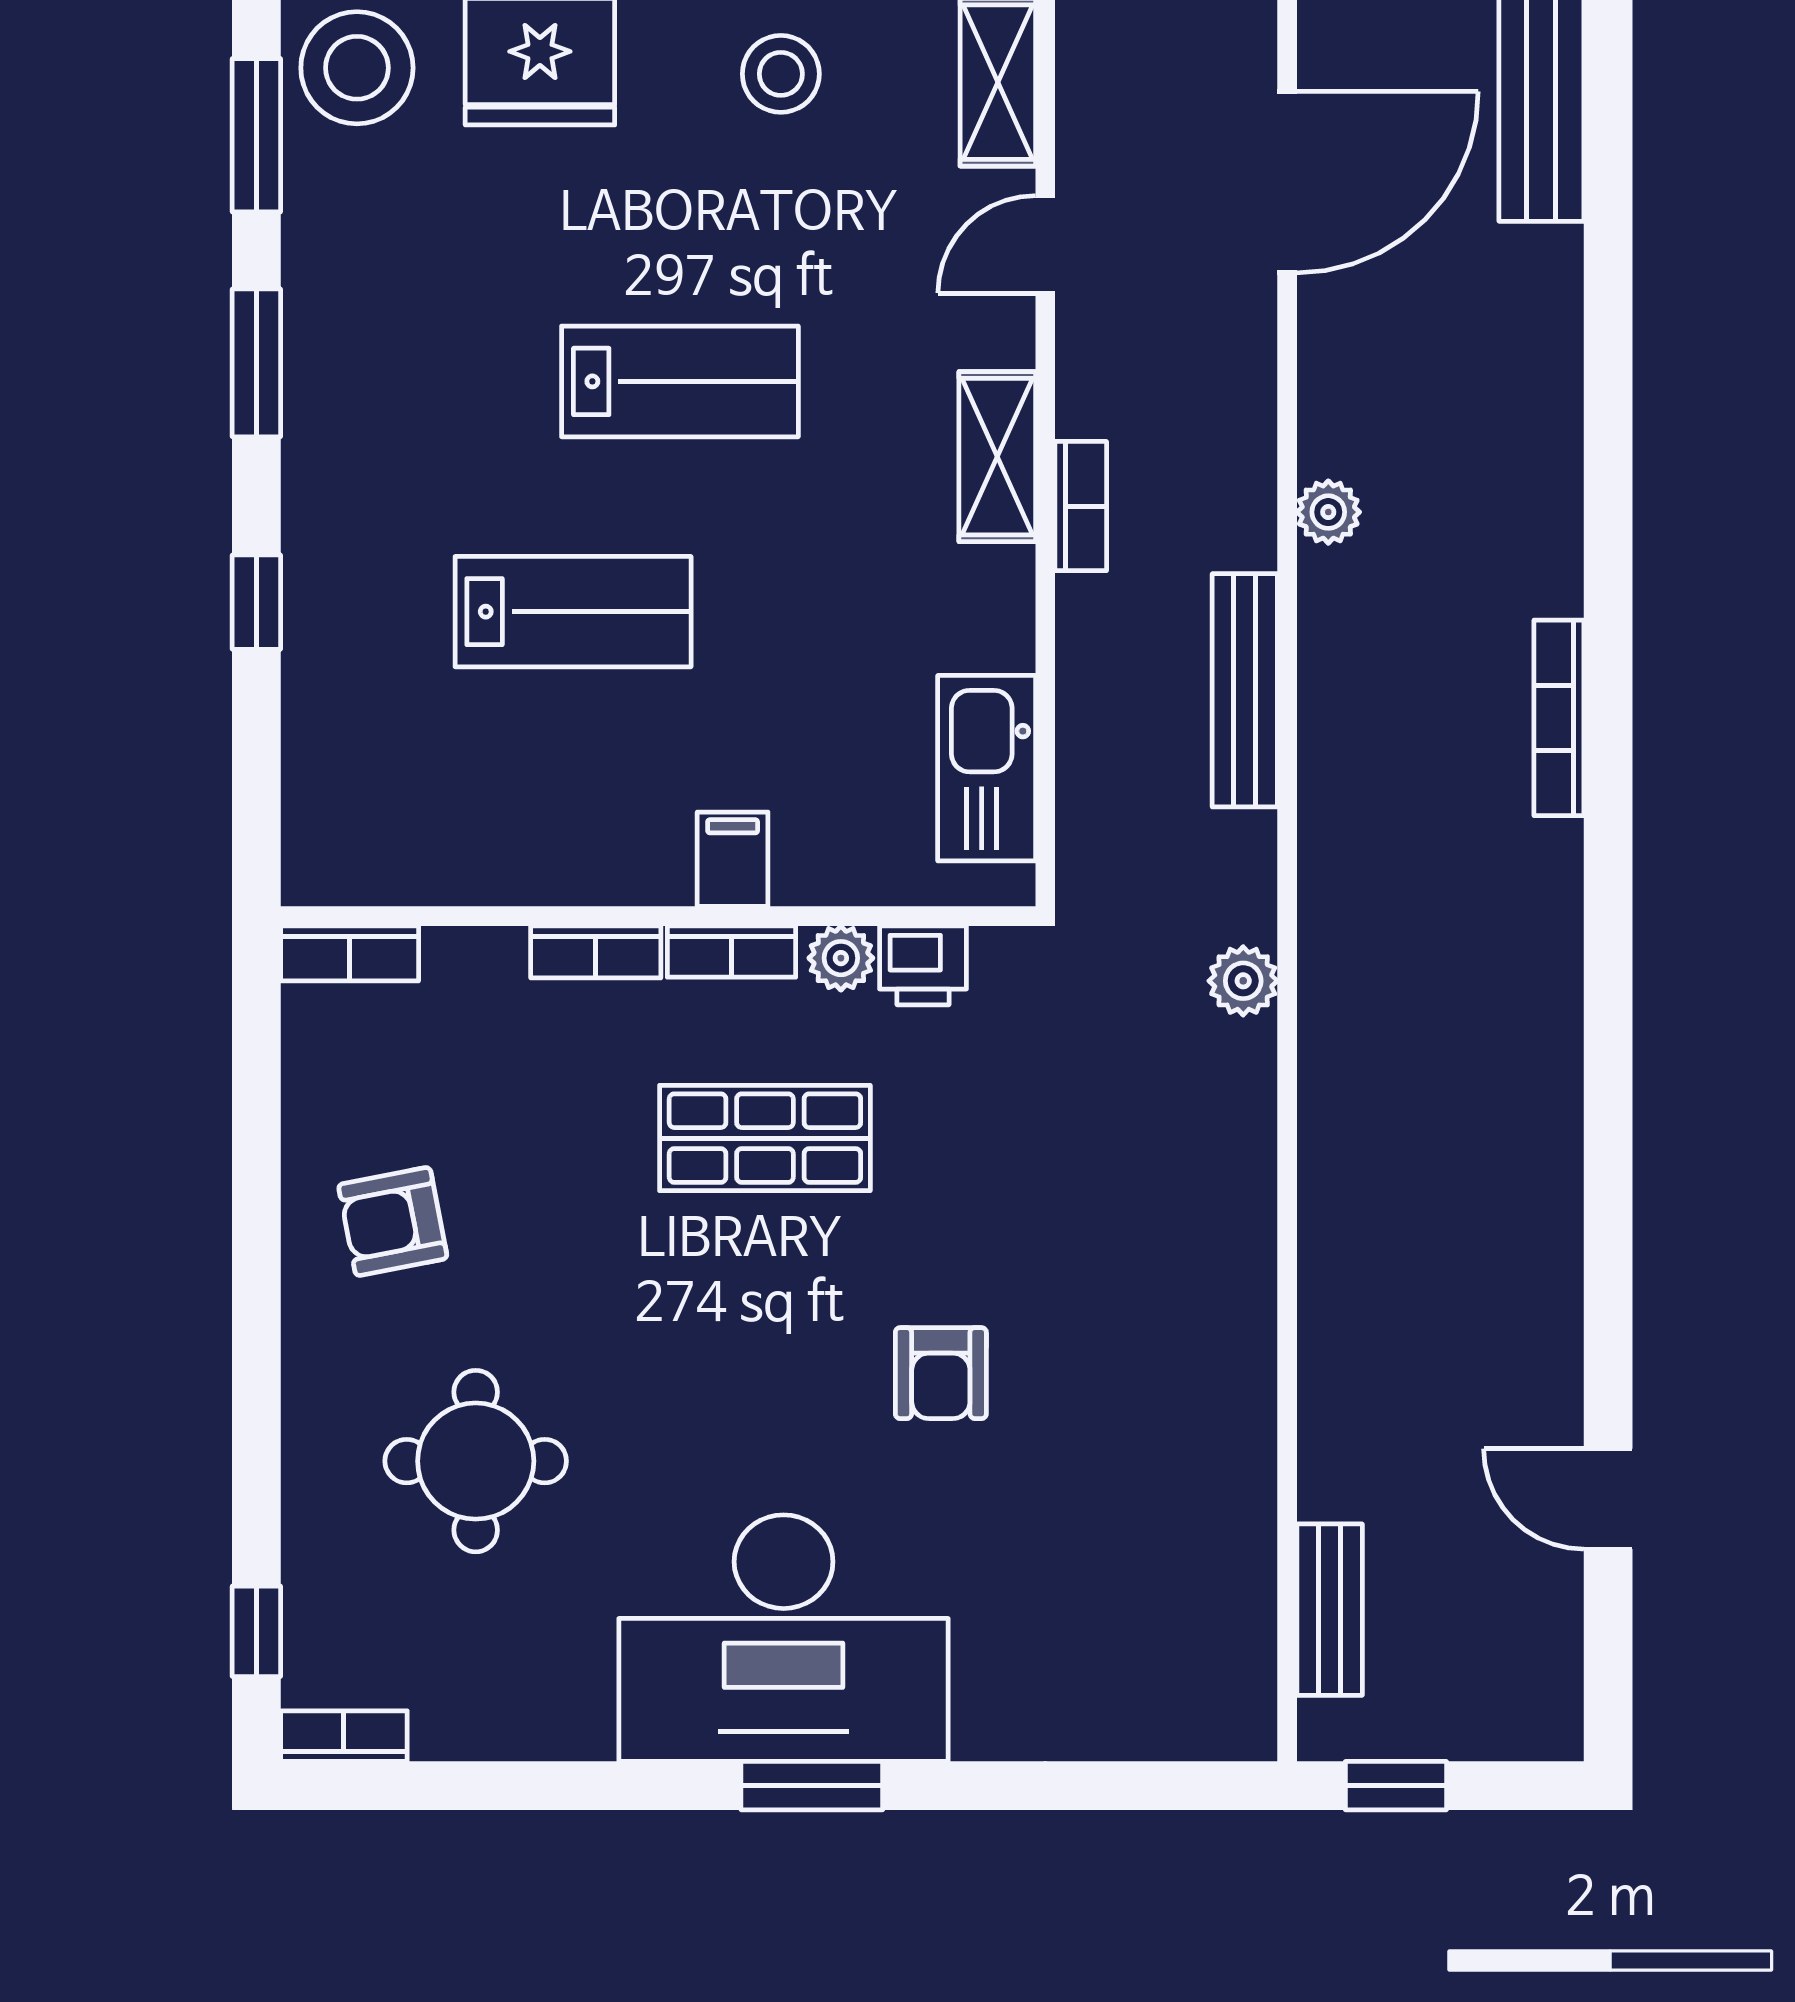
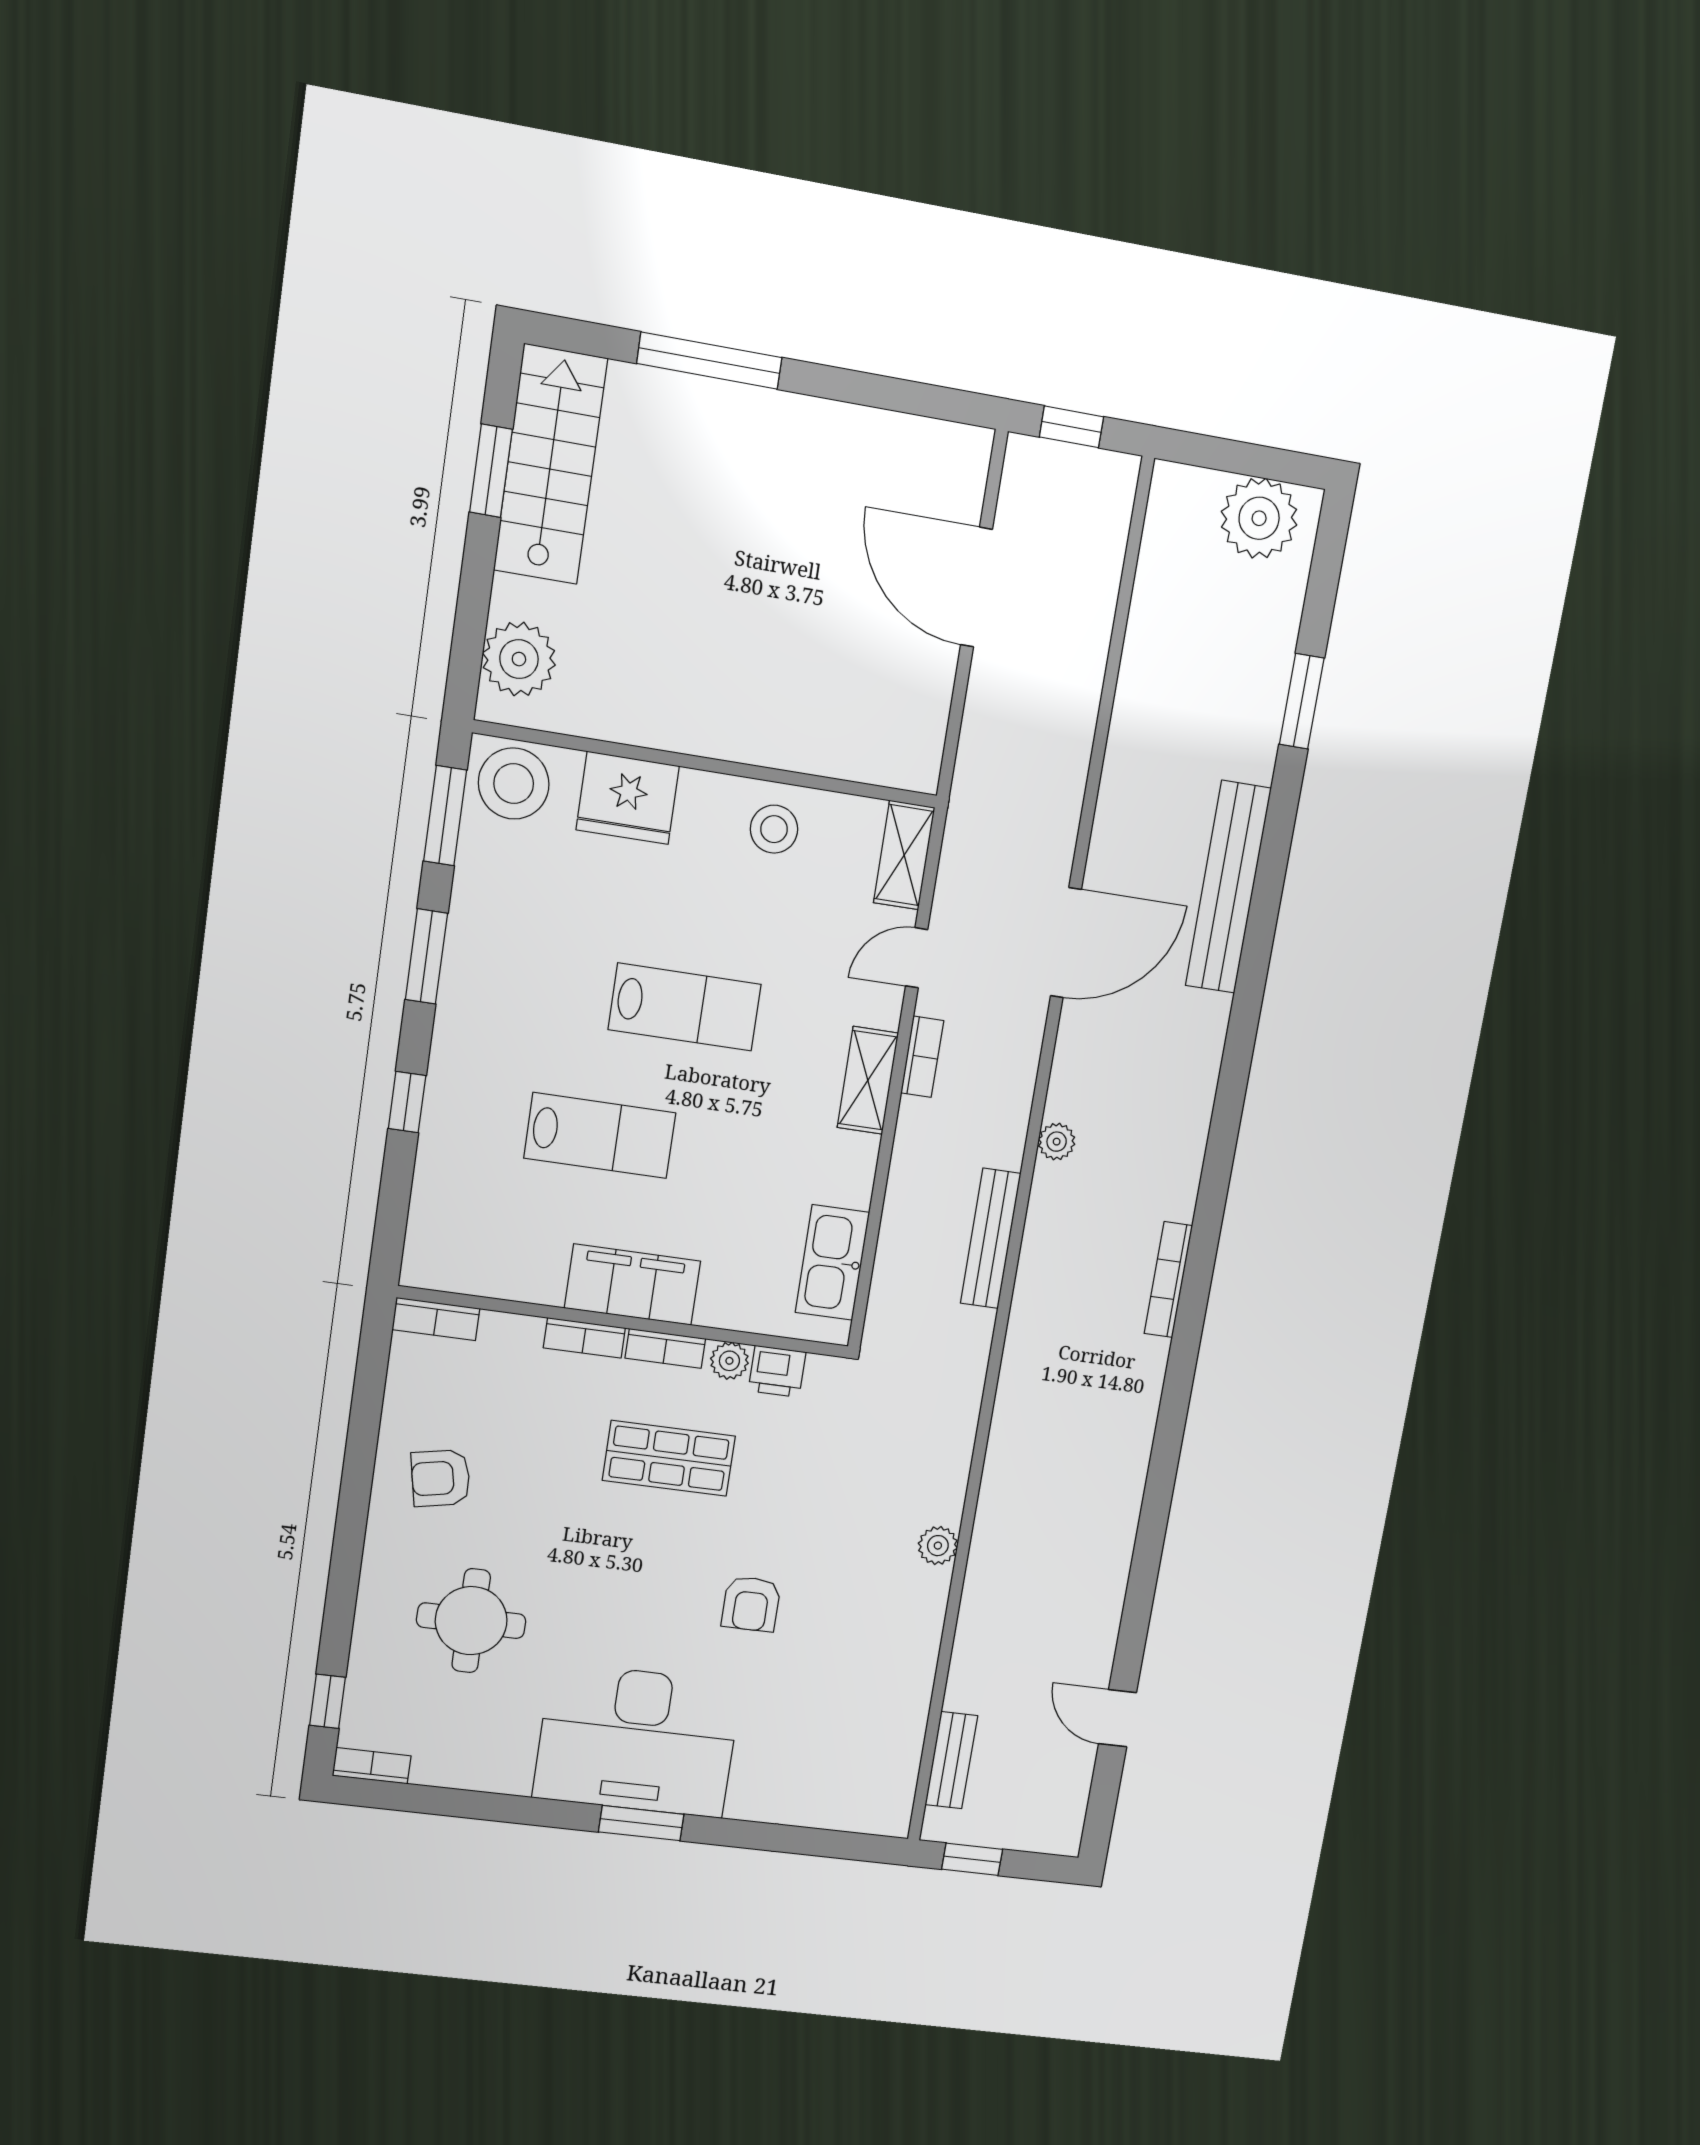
bookcase: (1081, 506) -> (922, 1057), moved
filing cabinet: (733, 859) -> (633, 1285), width x3.00, depth x1.17
plant: (1243, 981) -> (938, 1546), moved

